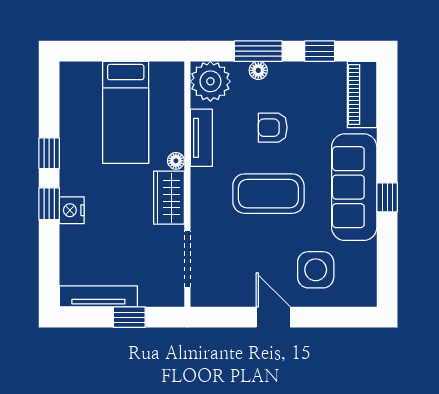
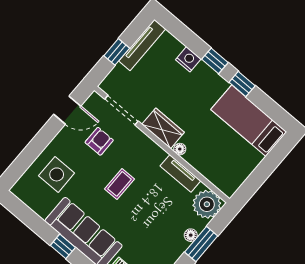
bed: (126, 112) -> (249, 121), moved
armchair: (273, 128) -> (99, 141), moved
coffee table: (268, 194) -> (120, 184), width x0.54, depth x0.58
nightstand: (72, 210) -> (188, 59), moved
door: (273, 317) -> (67, 110), moved

